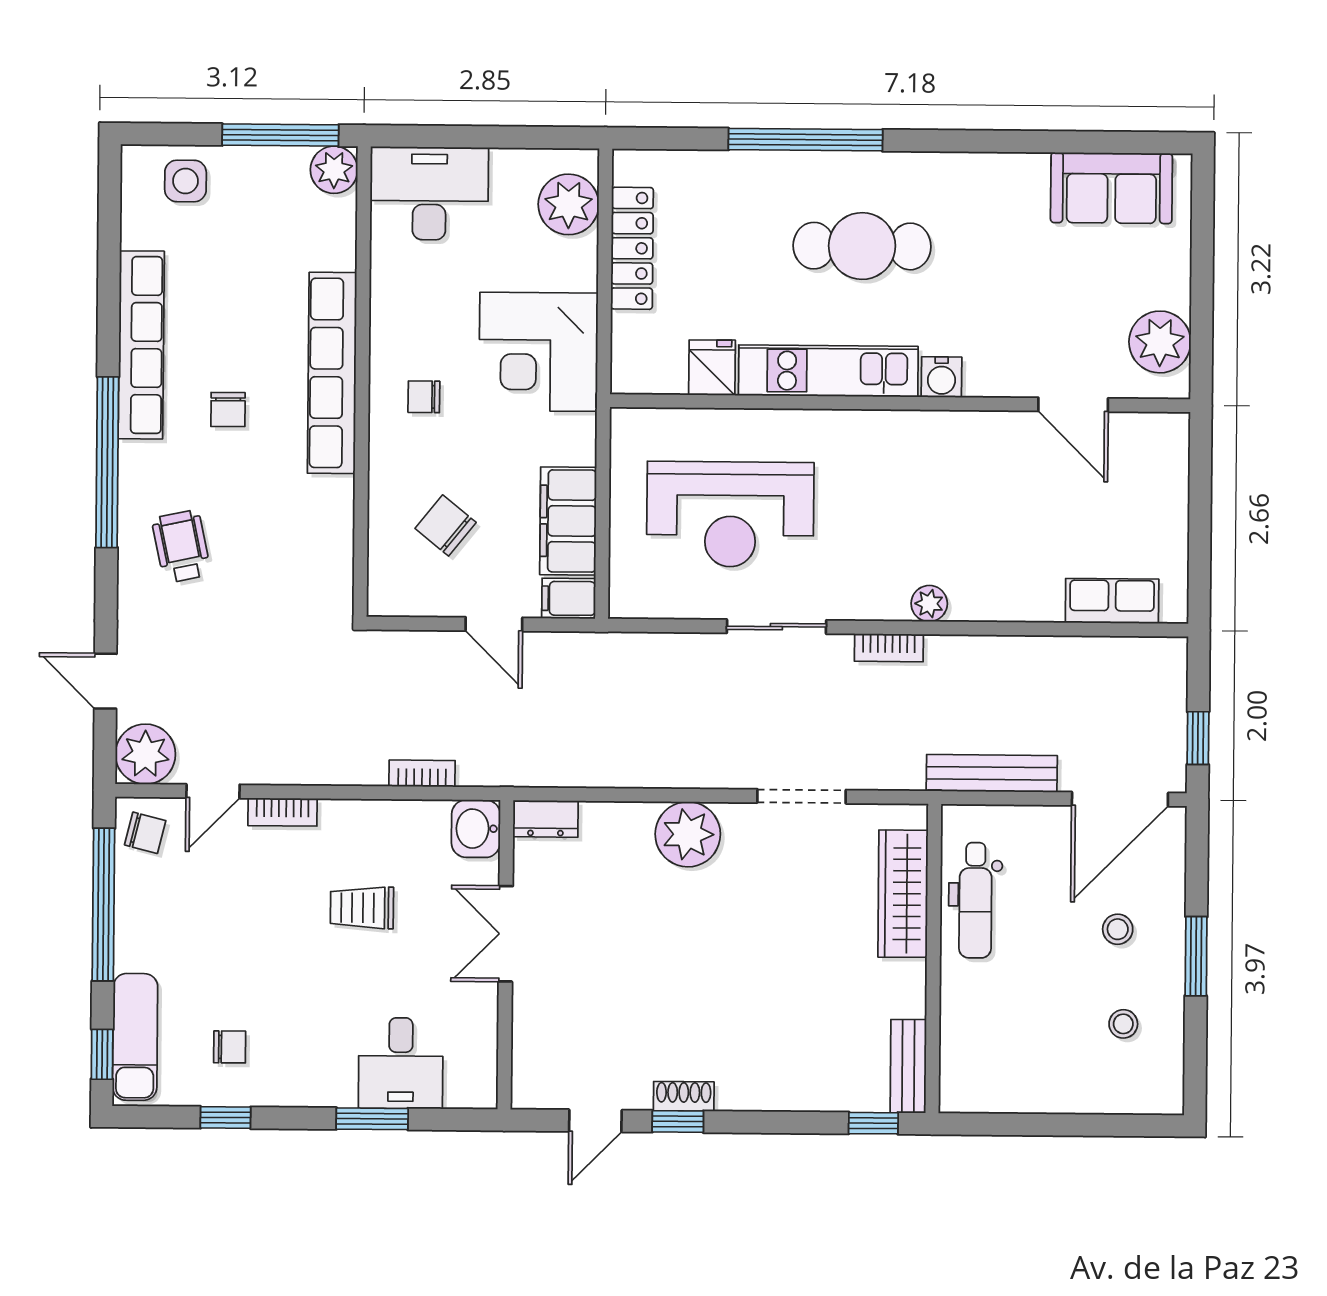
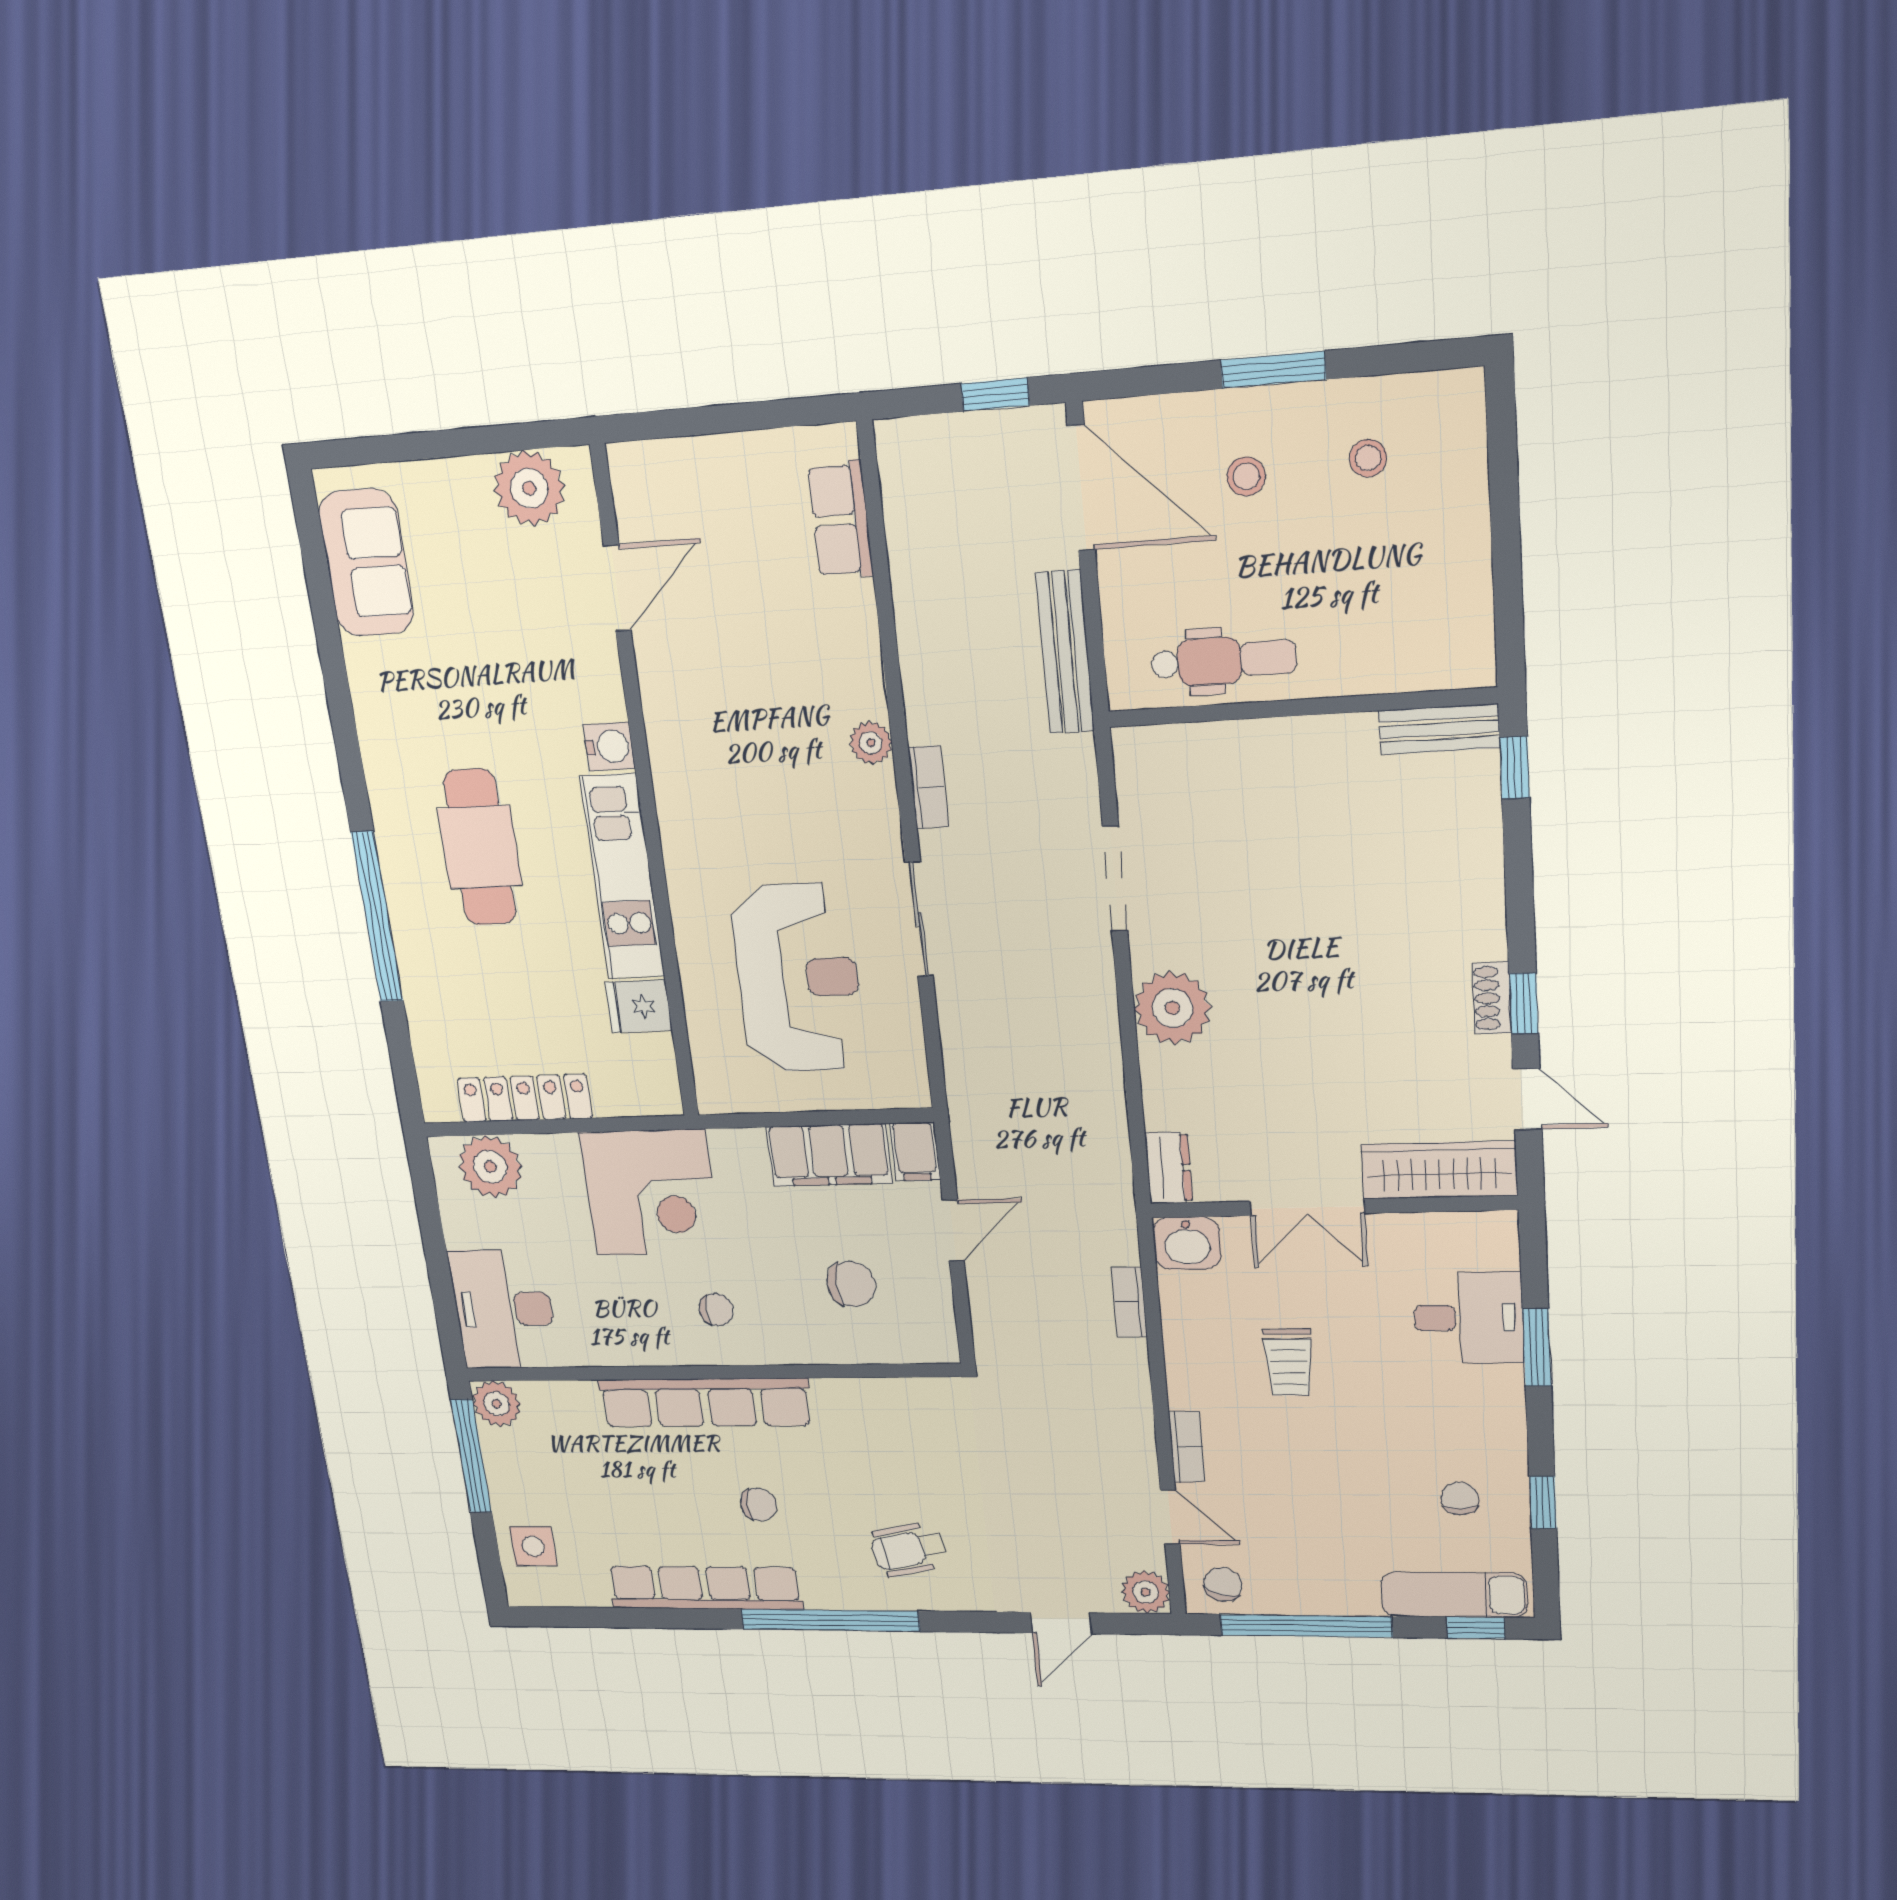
chair: (424, 397) -> (716, 1310), turned -90
chair: (446, 525) -> (851, 1284), turned -129
plant: (145, 754) -> (1145, 1592), width x0.73, depth x0.73
wardrobe: (903, 894) -> (1439, 1170), moved, turned 180

